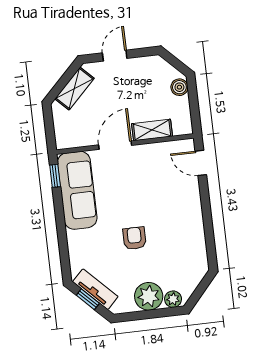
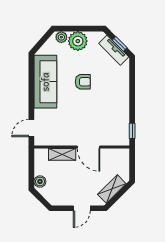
door: (115, 145) -> (89, 147), hinge flipped
door: (201, 163) -> (31, 128), swing flipped
sofa: (77, 190) -> (45, 82), moved, turned 180
armchair: (134, 238) -> (83, 82), turned -90

